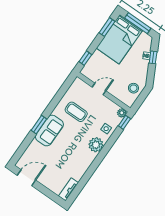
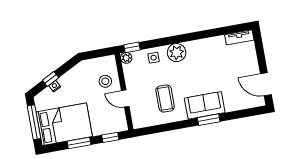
window: (107, 27) -> (79, 143), moved
stool: (133, 88) -> (105, 81), moved

